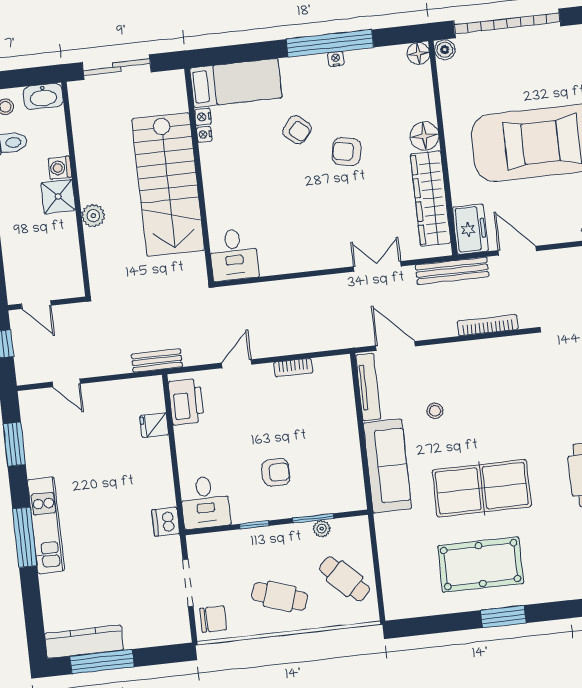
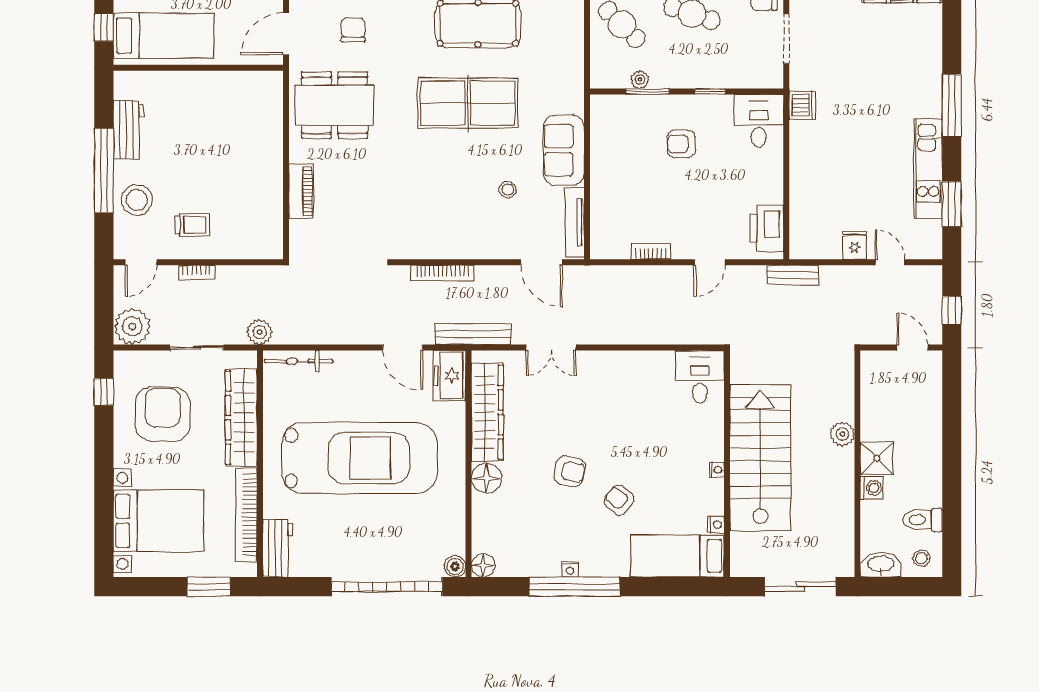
nightstand: (204, 134) -> (717, 470), moved
fridge: (154, 425) -> (854, 245), moved, turned -90
sofa: (387, 466) -> (564, 150), width x0.73
kitchen unit: (46, 525) -> (928, 168), moved

